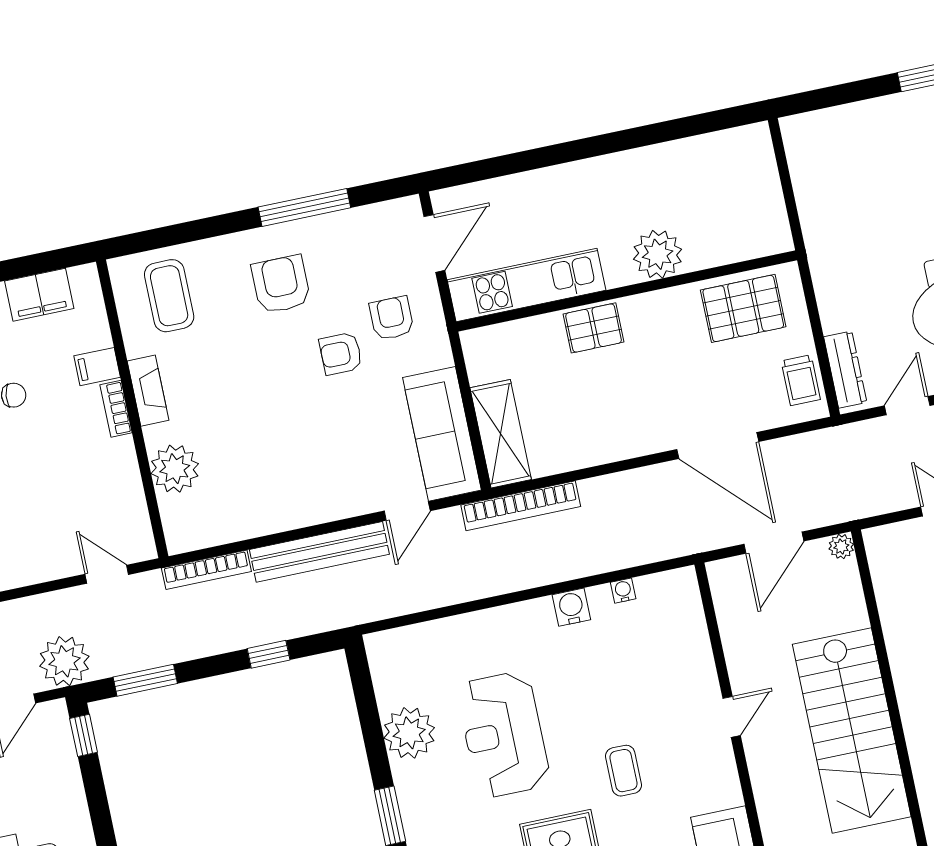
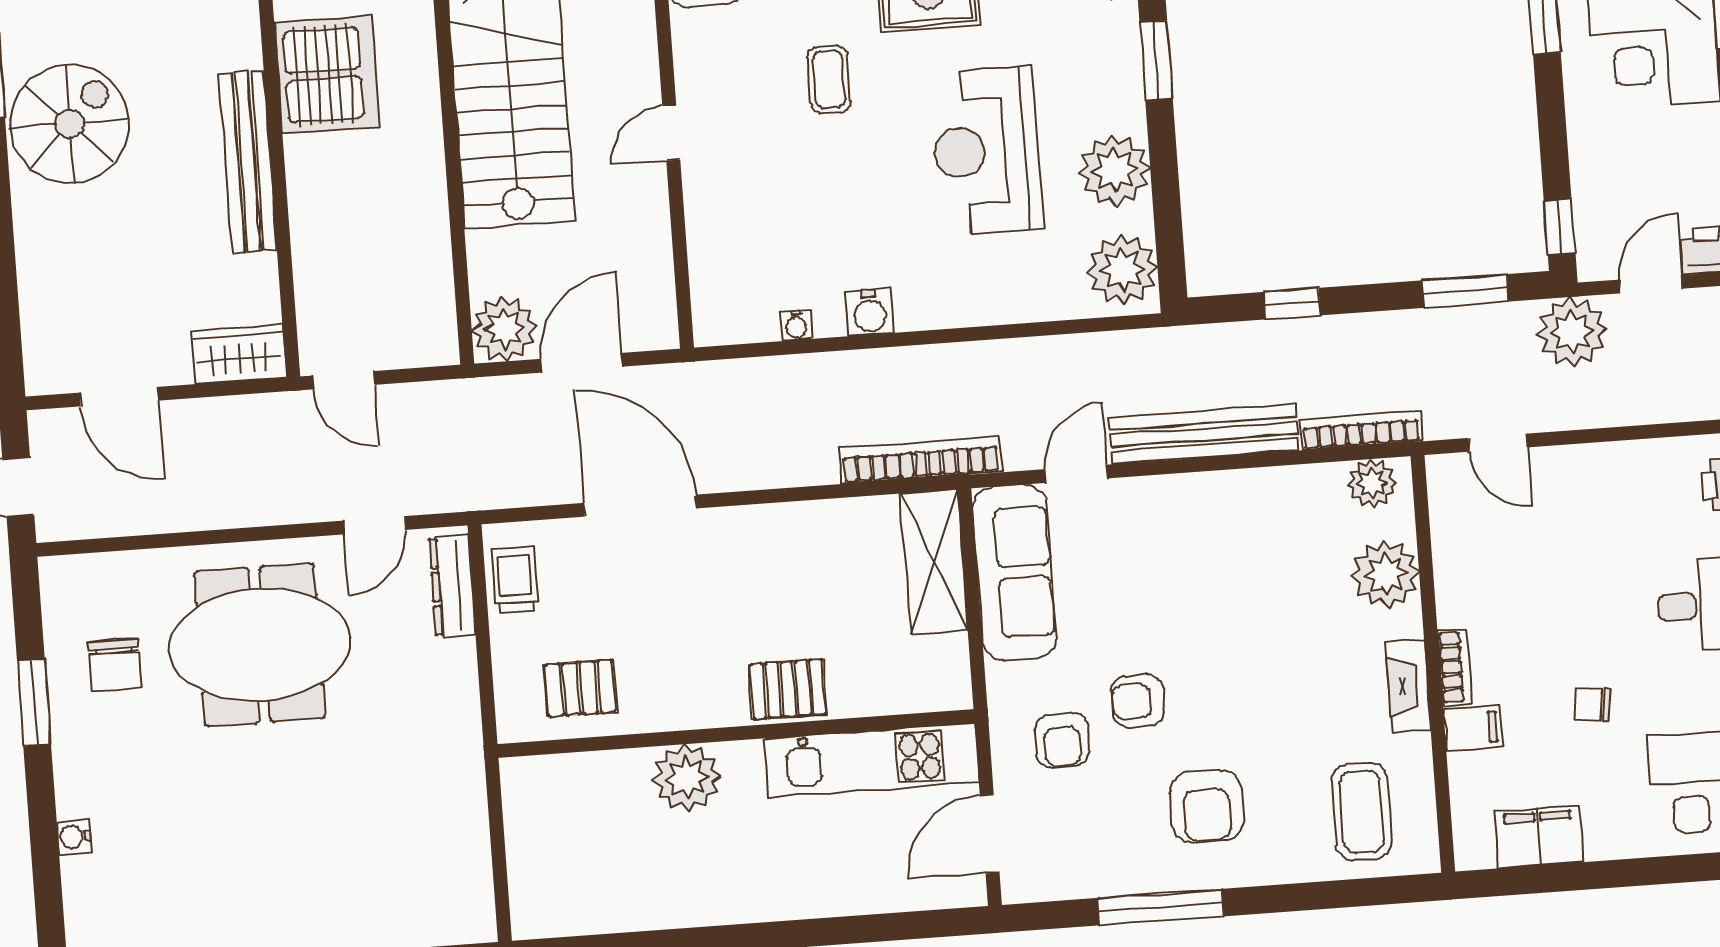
pallet: (743, 308) -> (580, 688), width x0.67, depth x0.71
armchair: (341, 354) -> (1138, 701), turned 180
plant: (193, 533) -> (1372, 483), added
plant: (841, 546) -> (504, 329), width x1.88, depth x1.88
plant: (394, 662) -> (1123, 270), added
reception desk: (503, 735) -> (986, 151), turned 180

